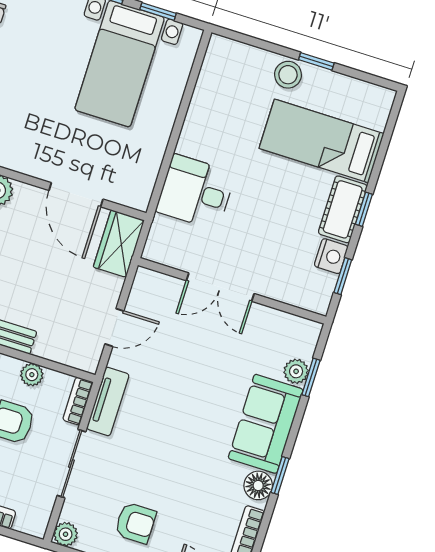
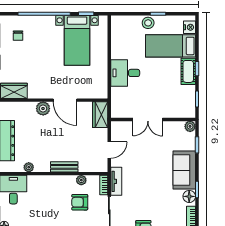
desk: (196, 192) -> (125, 73), moved
door: (76, 195) -> (65, 100), moved
nightstand: (331, 256) -> (190, 27), moved
plant: (296, 371) -> (190, 126), moved

